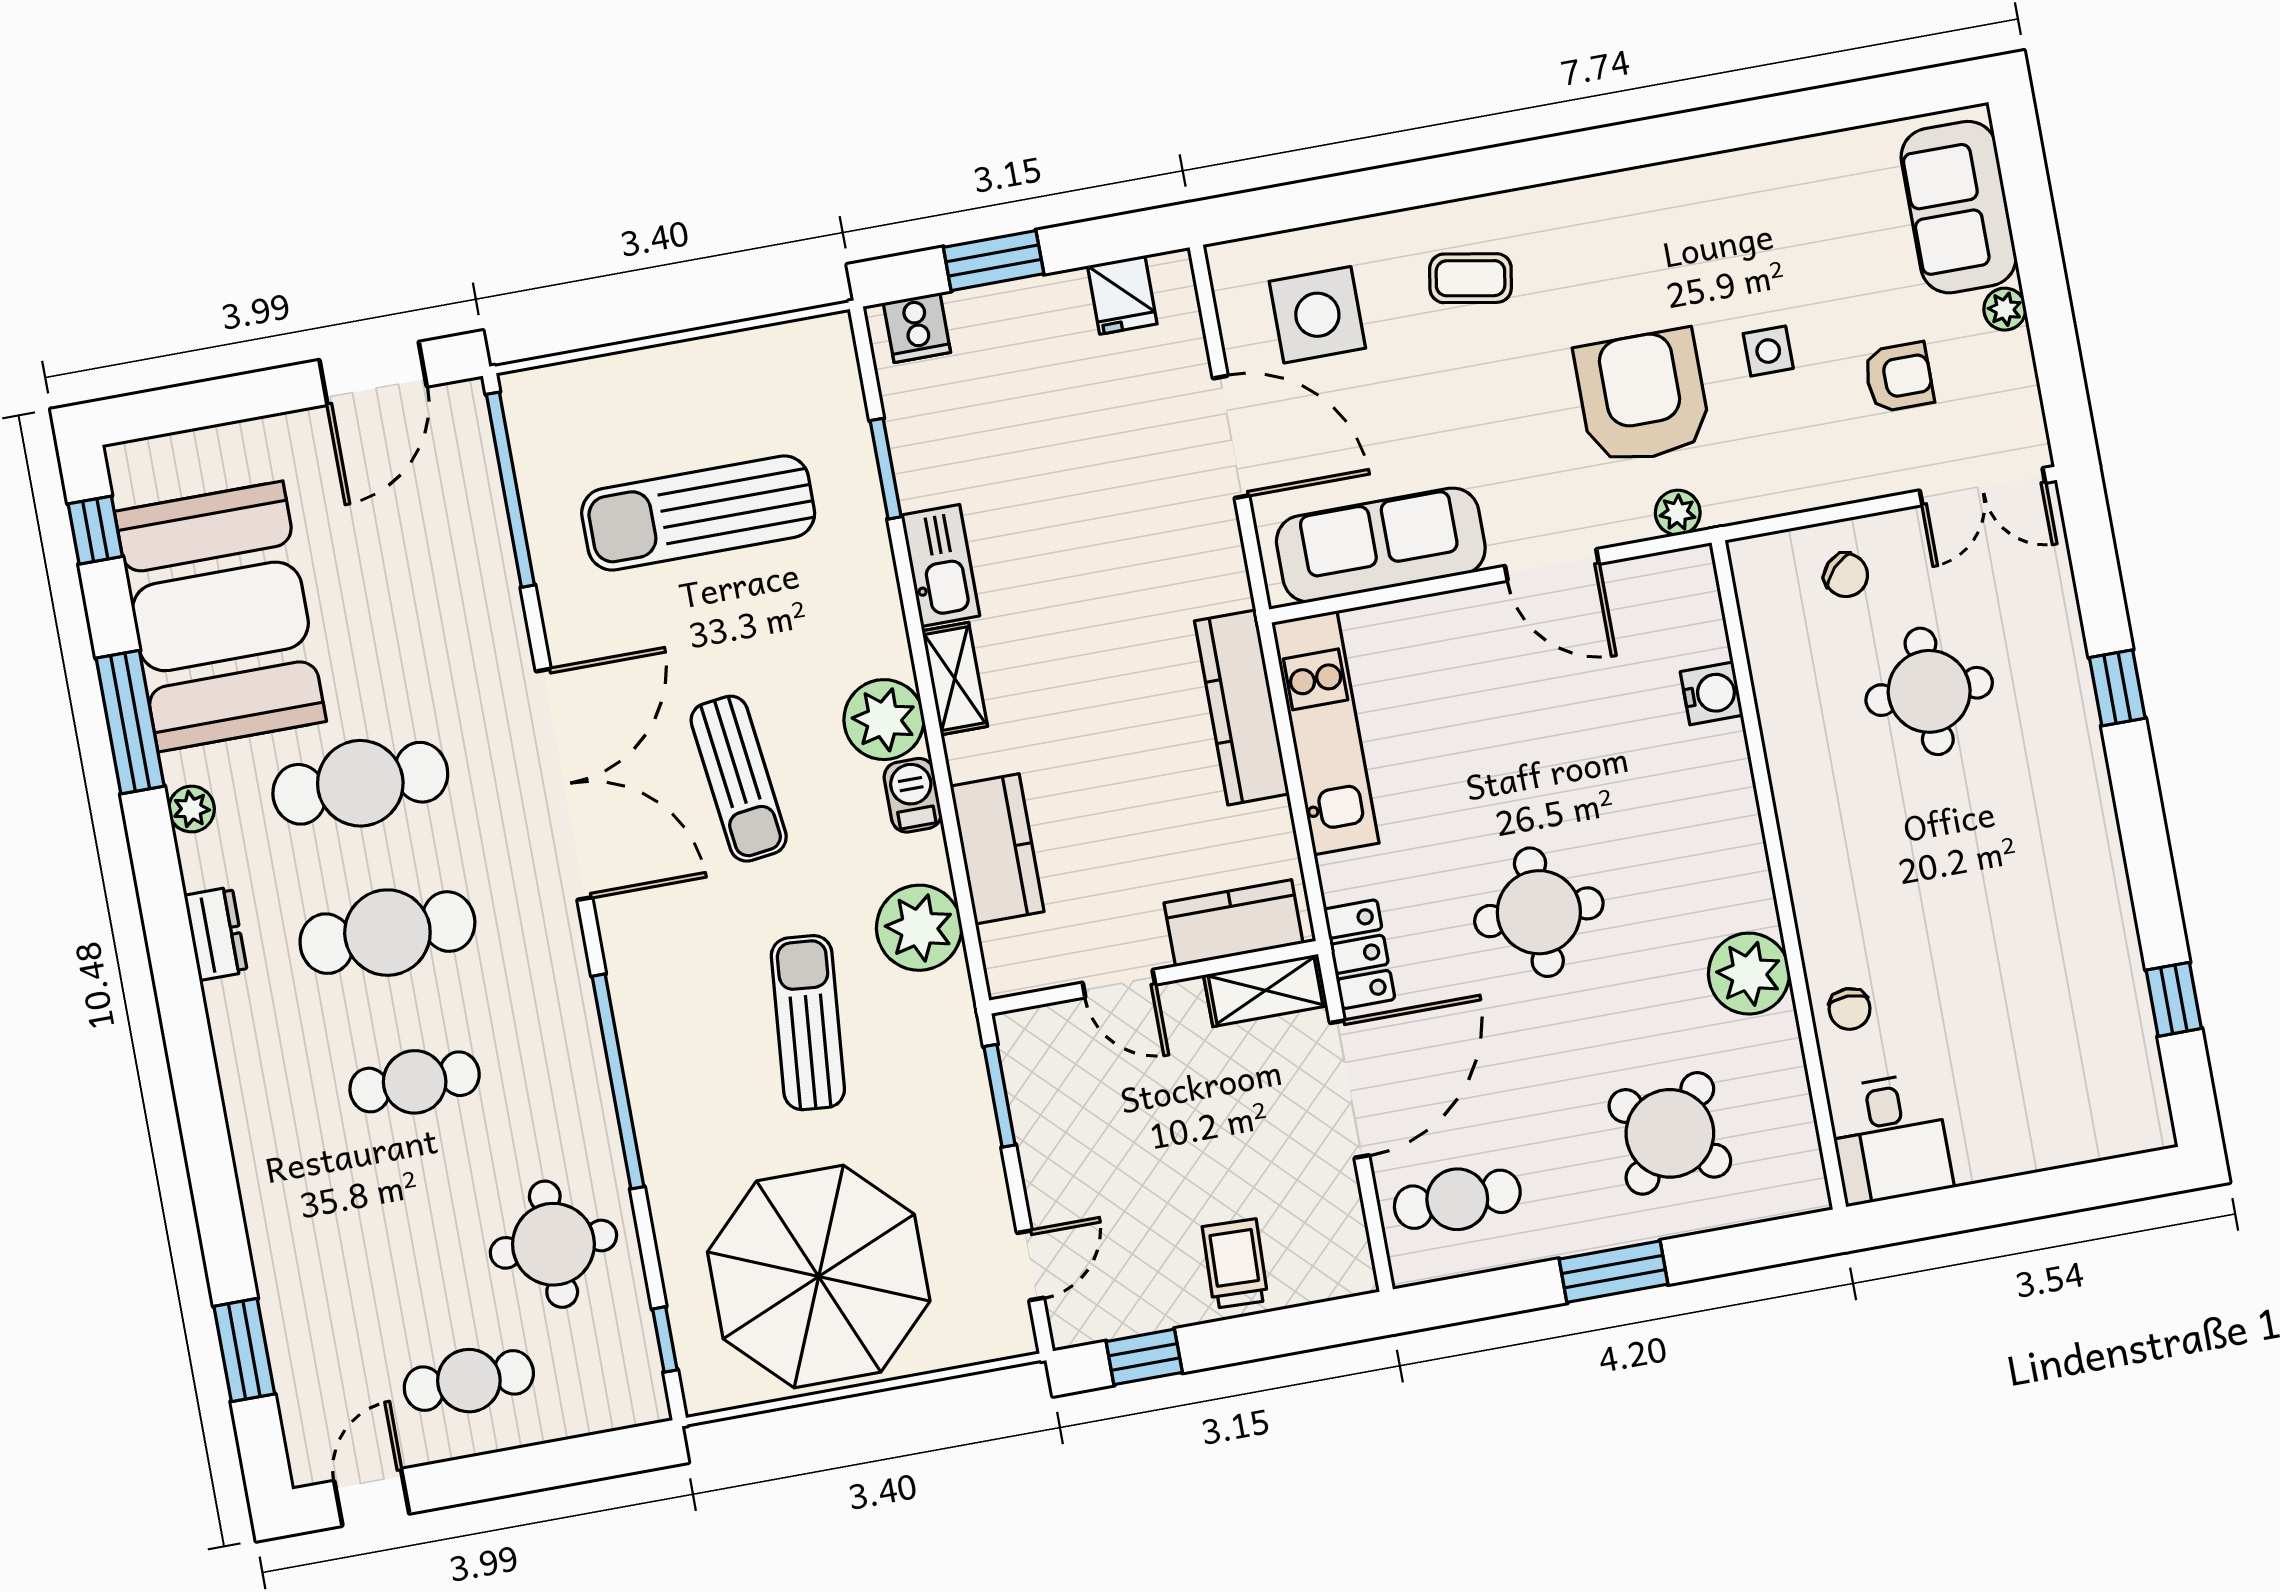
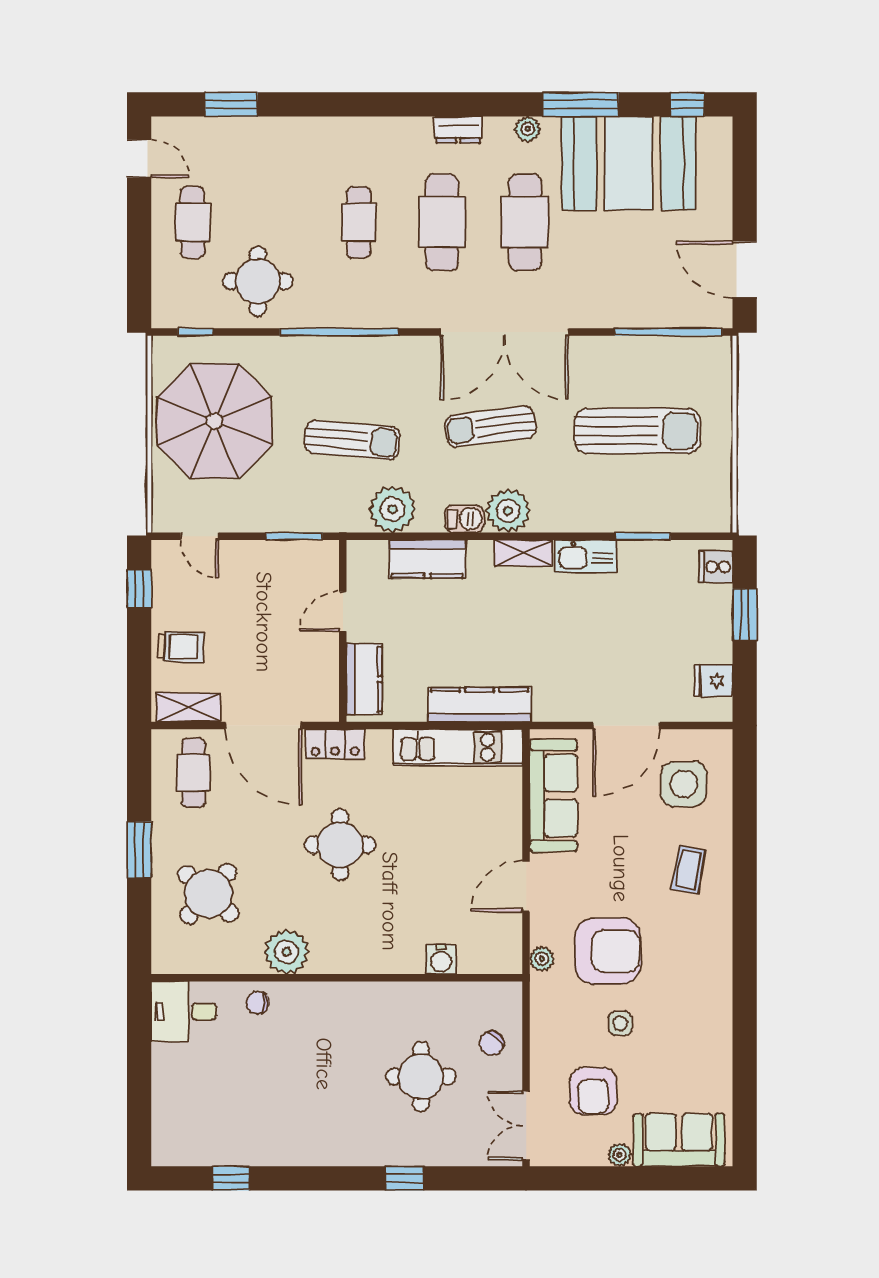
armchair: (1899, 377) -> (593, 1091), width x1.38, depth x1.38
sun lounger: (698, 513) -> (638, 431), turned 90
shelving: (1266, 990) -> (188, 707), moved, turned 90

